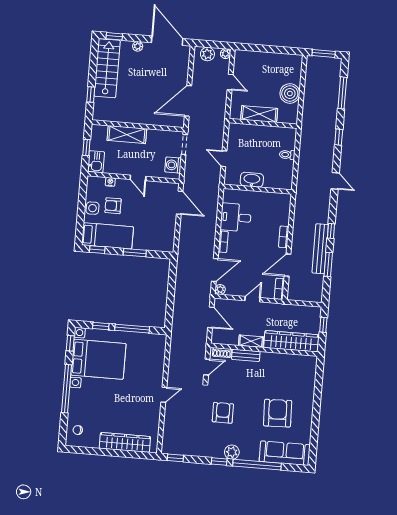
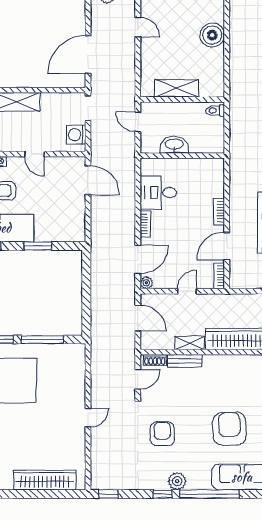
shelving: (259, 114) -> (177, 88), moved
wall: (263, 123) -> (182, 99), moved

